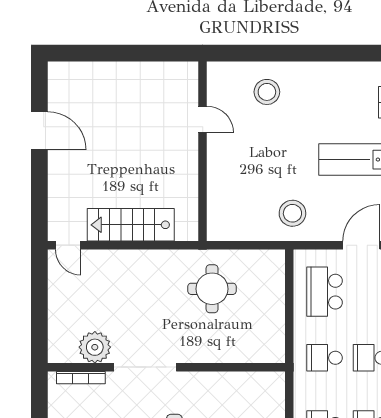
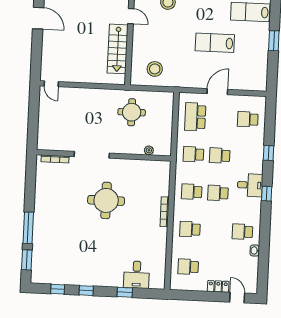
stool: (292, 213) -> (155, 69), moved
stairs: (131, 225) -> (118, 49), moved, turned -90
plant: (95, 347) -> (149, 150), moved, width x0.53, depth x0.53

